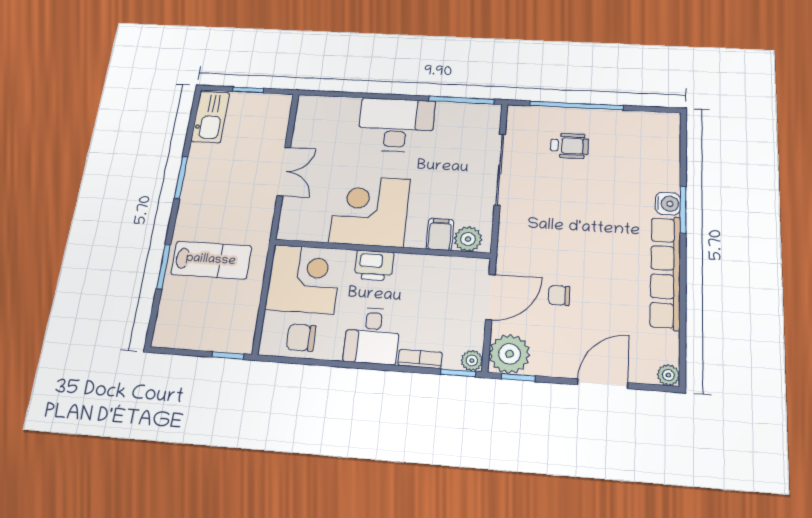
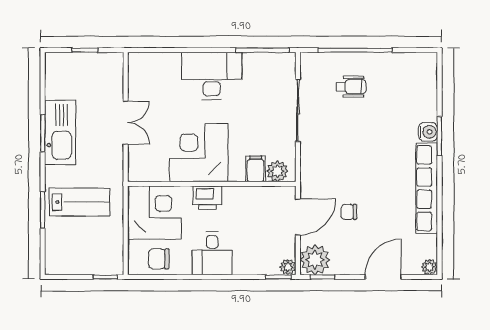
kitchen sink: (210, 117) -> (60, 132), moved, width x1.36, depth x1.24
bookcase: (420, 359) -> (250, 269), removed

